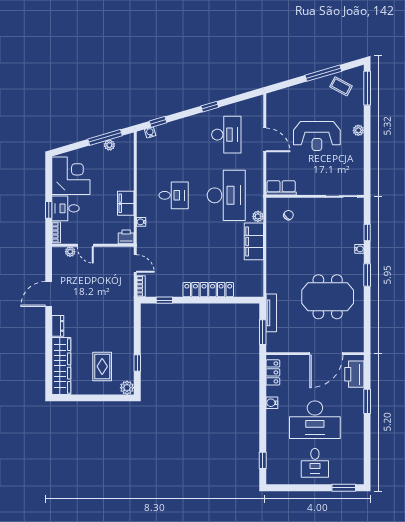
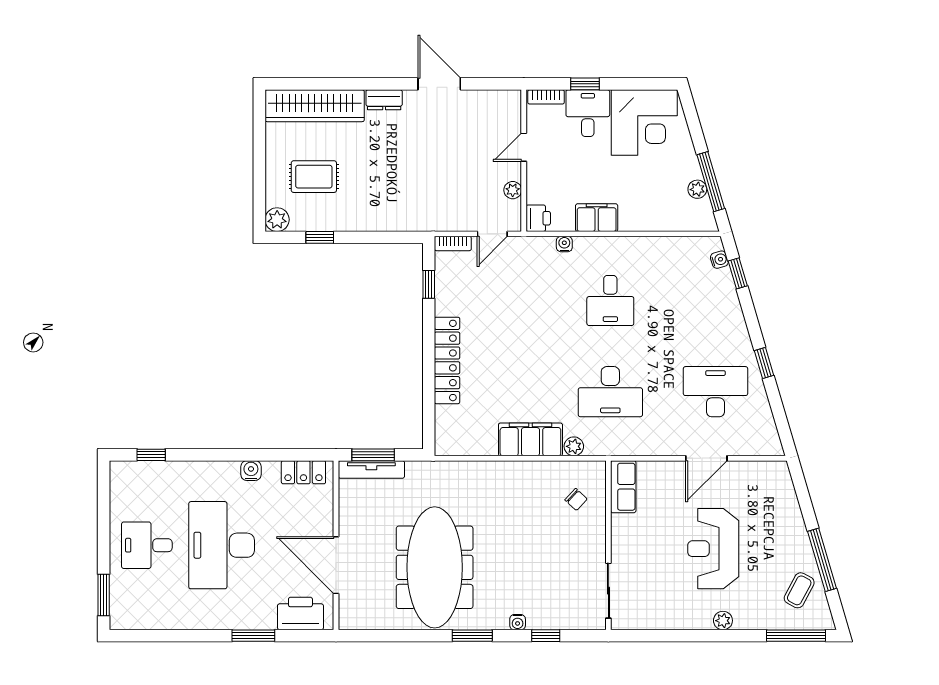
desk: (226, 135) -> (715, 392), turned 180
desk: (226, 195) -> (610, 392), width x0.73, depth x0.77
plant: (70, 252) -> (513, 190), moved
meeting table: (328, 297) -> (435, 567), width x1.36
tv unit: (271, 313) -> (371, 469), moved

